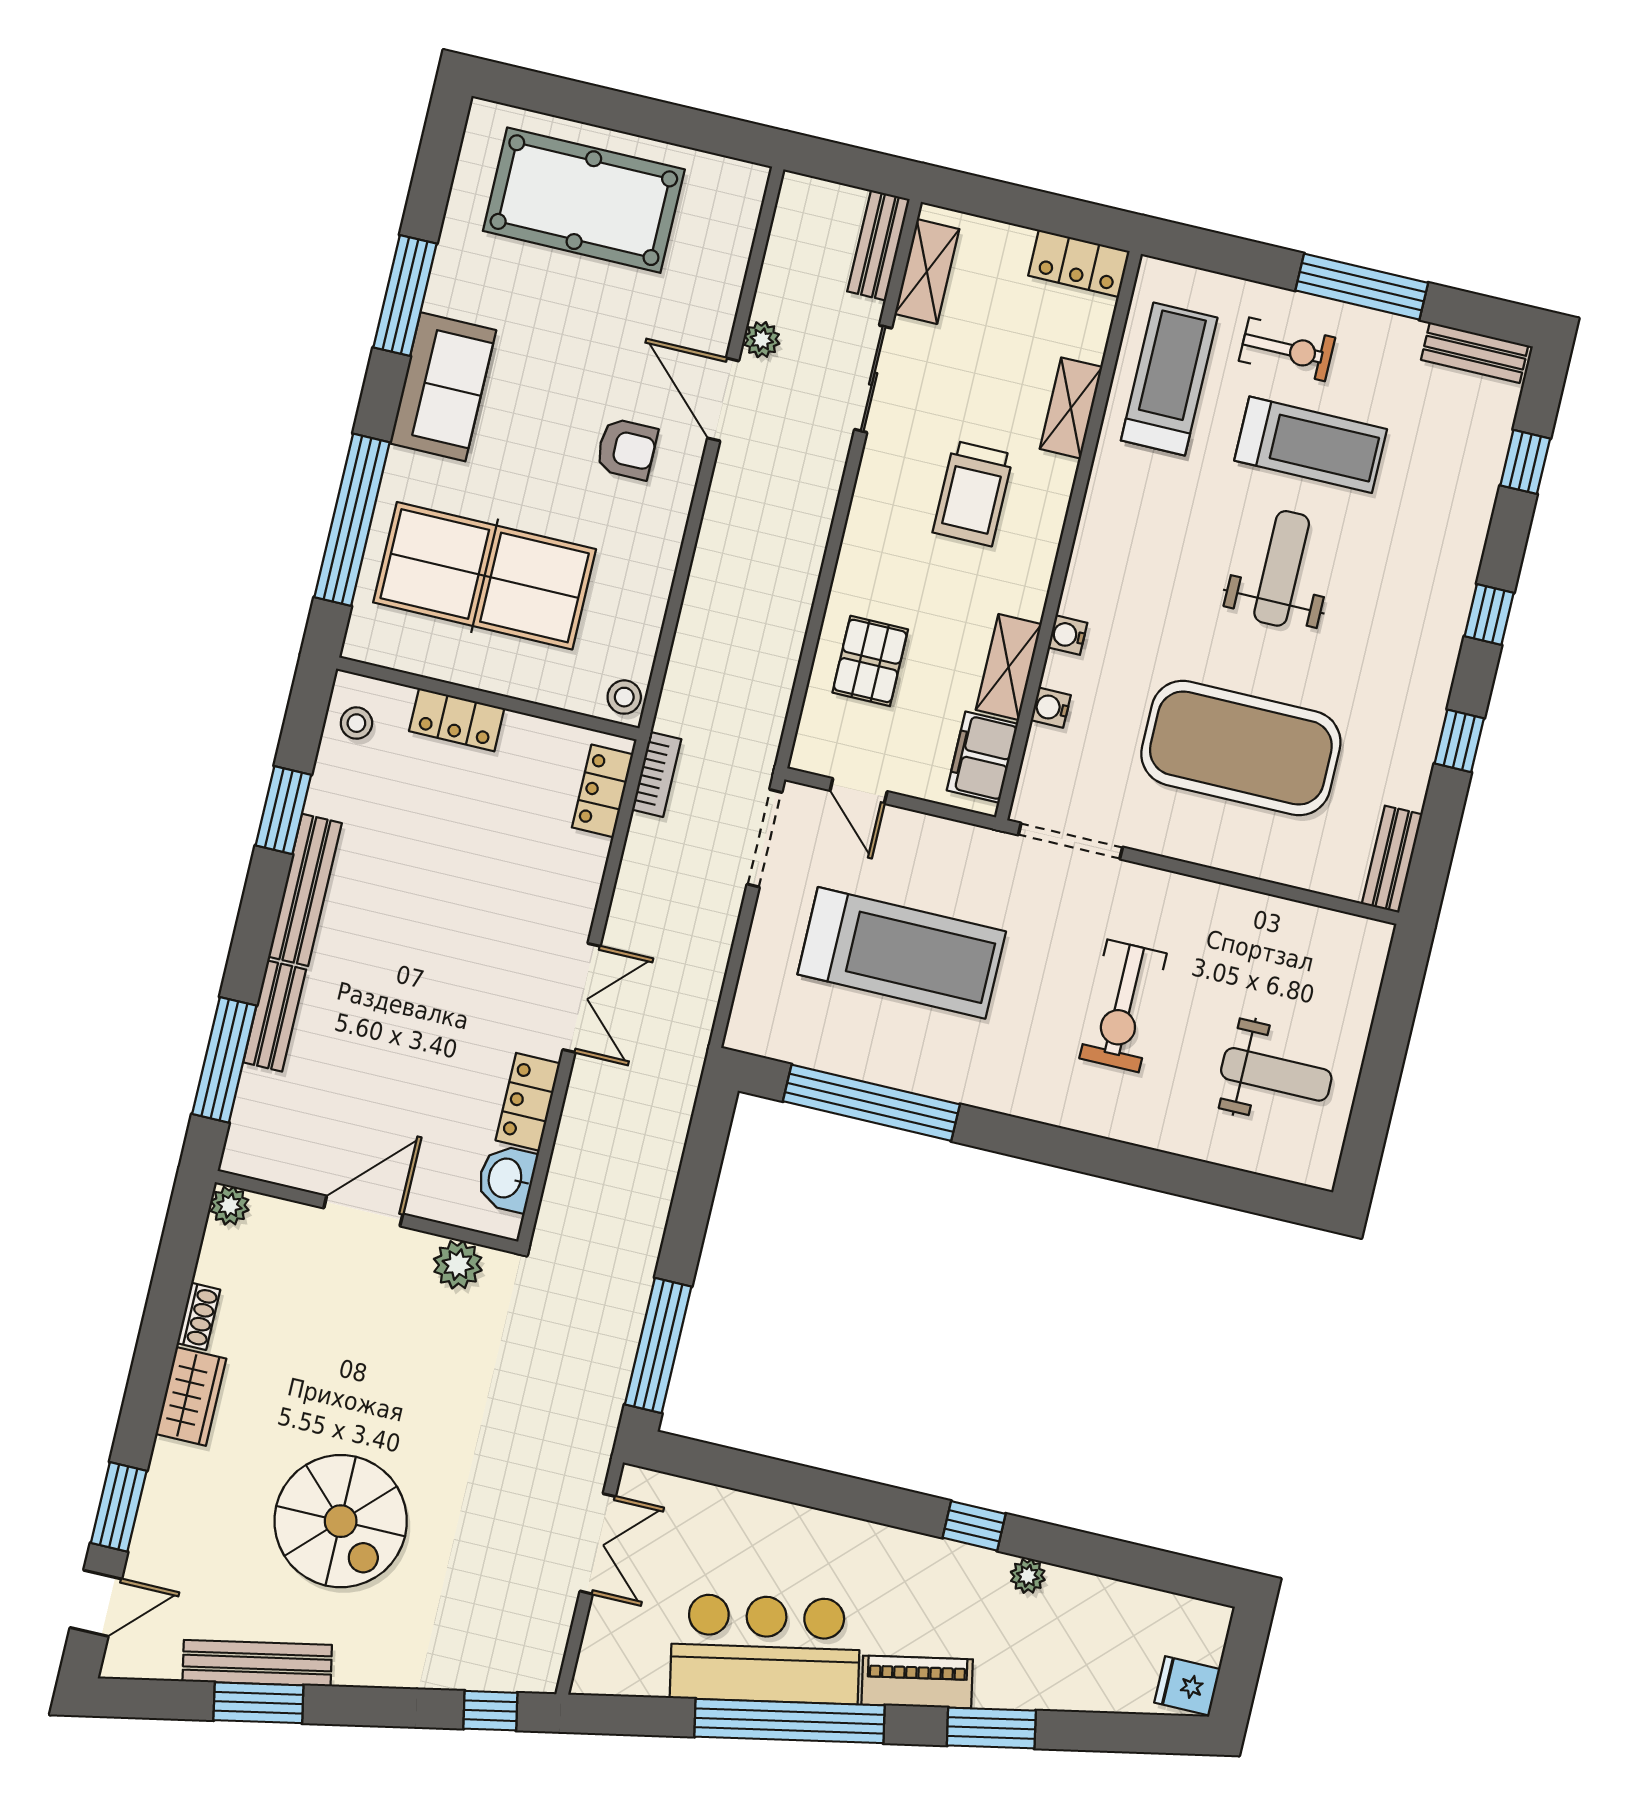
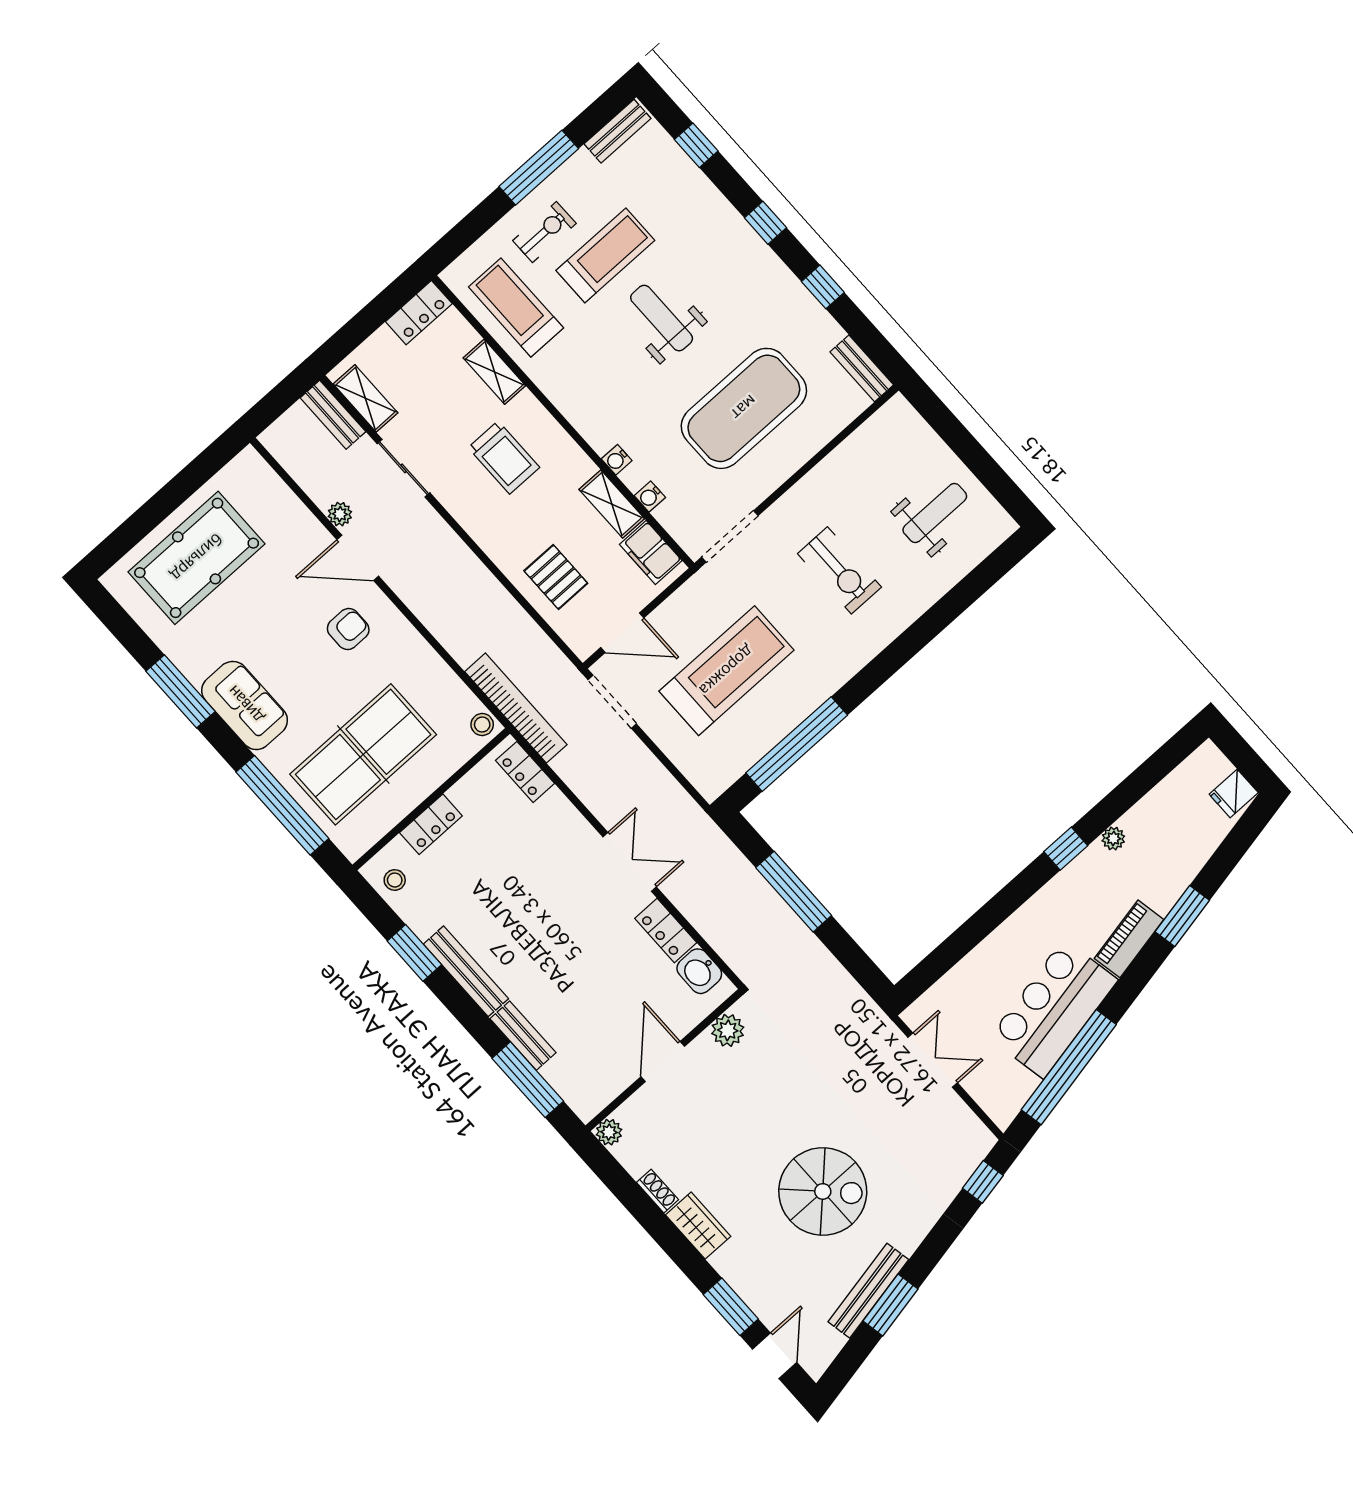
bookcase: (657, 774) -> (516, 708), width x2.31, depth x1.31
door: (859, 791) -> (622, 633), width x1.38
window: (658, 1345) -> (794, 892), moved
window: (789, 1721) -> (1069, 1067), moved

